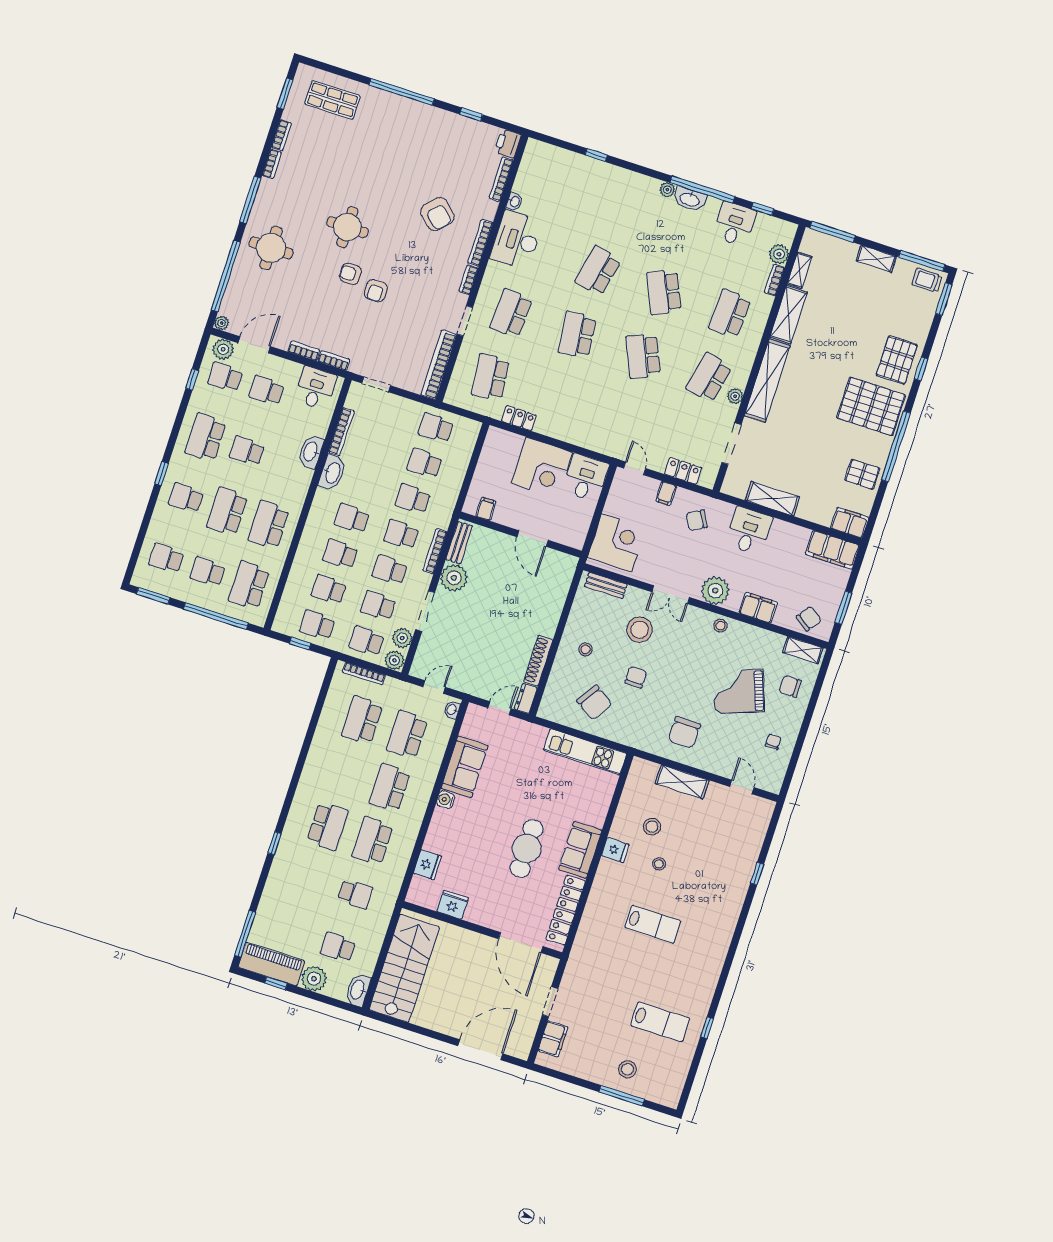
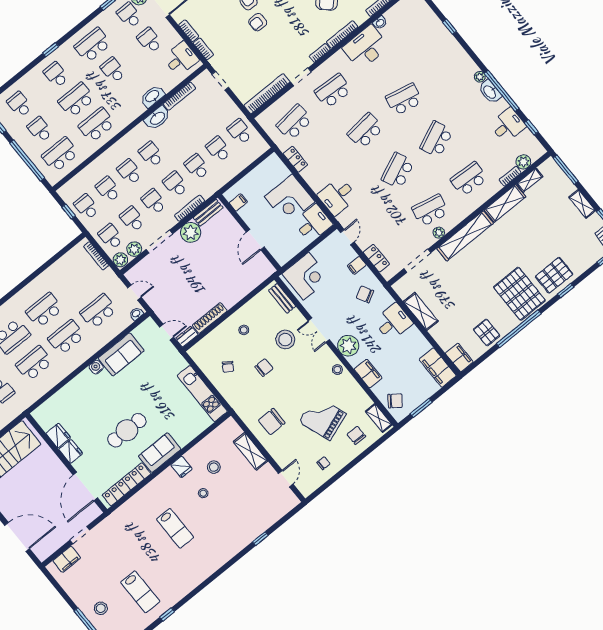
desk: (593, 429) -> (337, 196), added
chair: (594, 703) -> (228, 367), width x0.54, depth x0.54
school desk: (362, 720) -> (44, 310), moved
fridge: (427, 865) -> (71, 451), moved, turned -90

